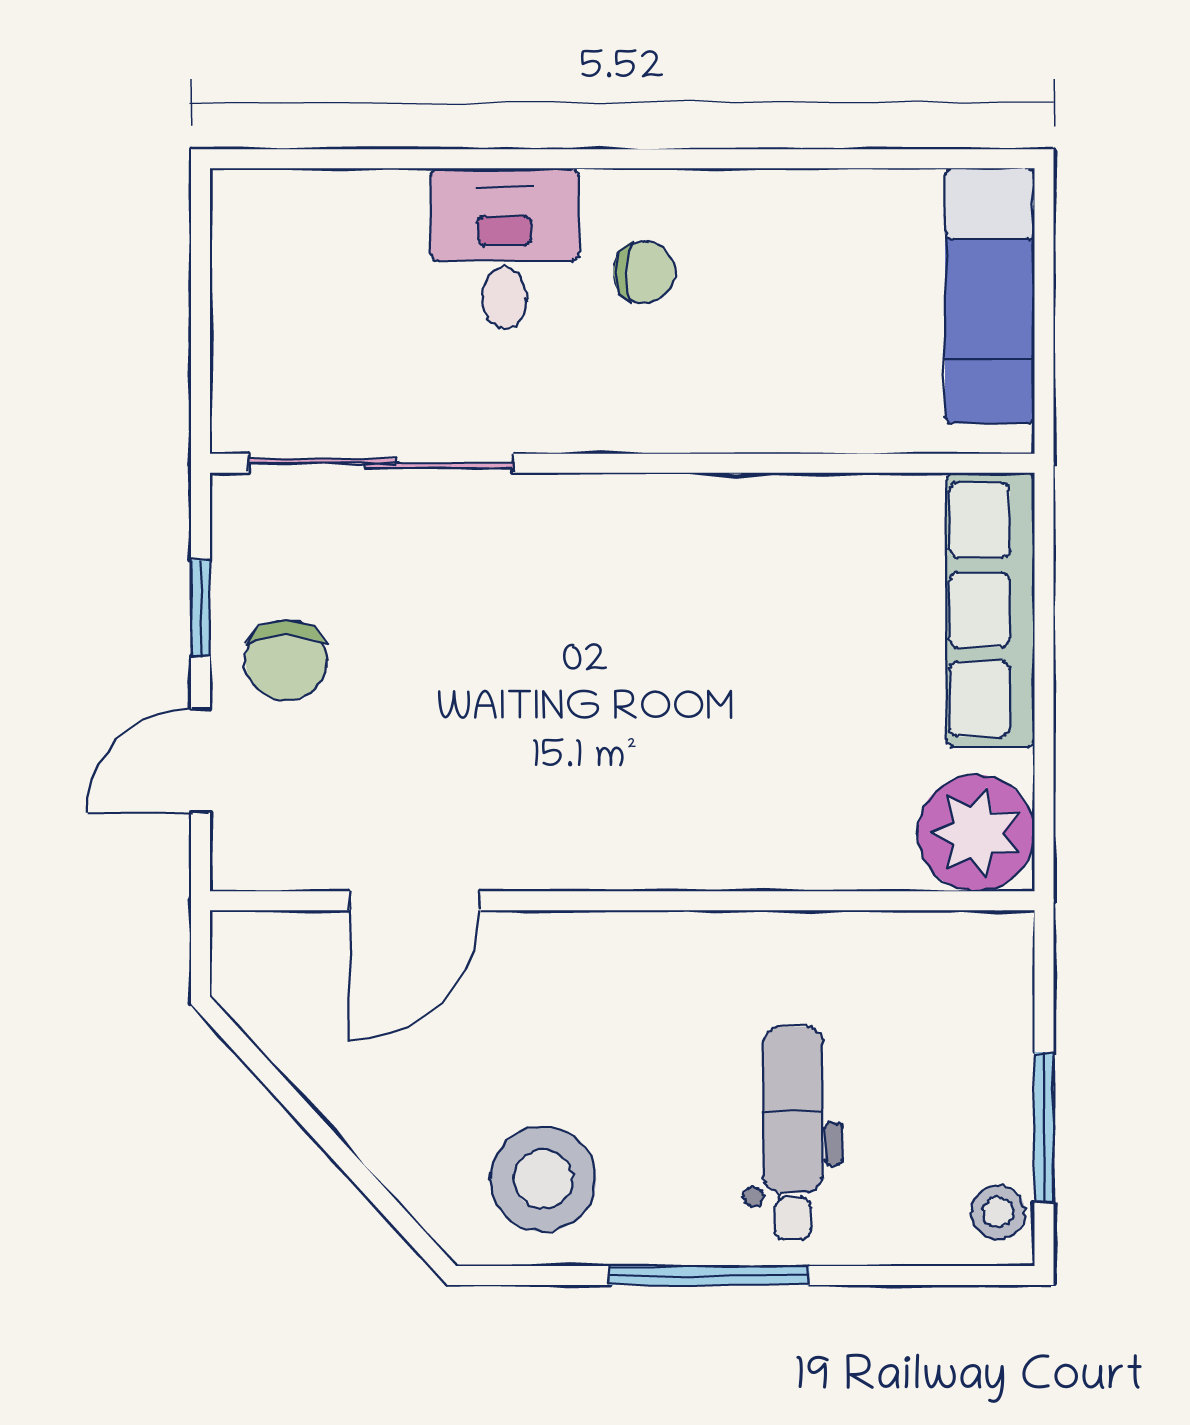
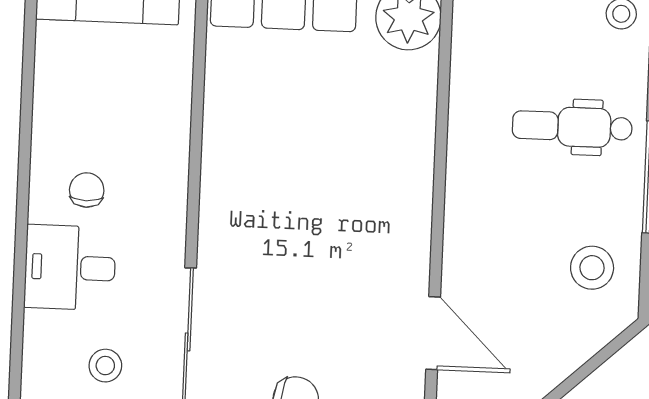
stool: (332, 319) -> (105, 366), added
stool: (543, 1179) -> (592, 268), width x0.73, depth x0.73

